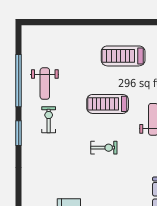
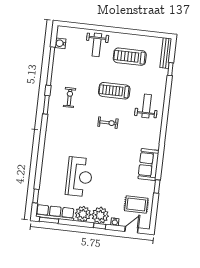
water cooler: (28, 49) -> (60, 43), added
weight bench: (45, 84) -> (97, 45), moved

